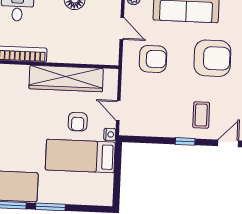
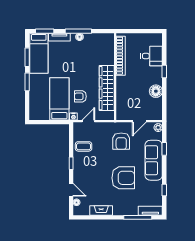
armchair: (212, 58) -> (123, 178), turned -90
coffee table: (201, 115) -> (84, 146), moved

